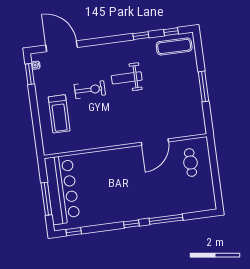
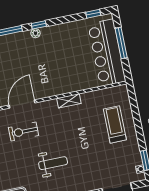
exercise bike: (90, 90) -> (23, 132), moved
shelving: (105, 142) -> (69, 101), added
plant: (136, 215) -> (36, 33), added

